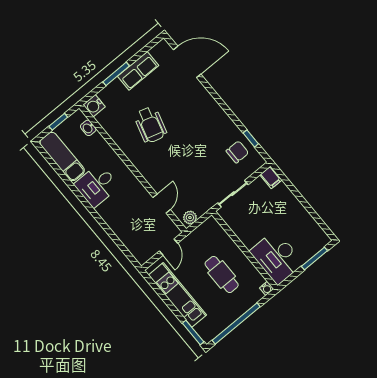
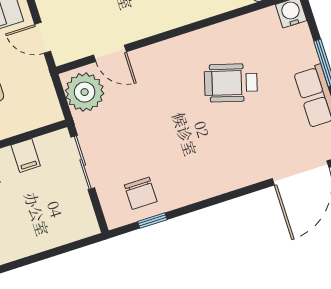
filing cabinet: (271, 177) -> (26, 155), moved, turned -90
plant: (190, 218) -> (85, 92), width x1.88, depth x1.88

